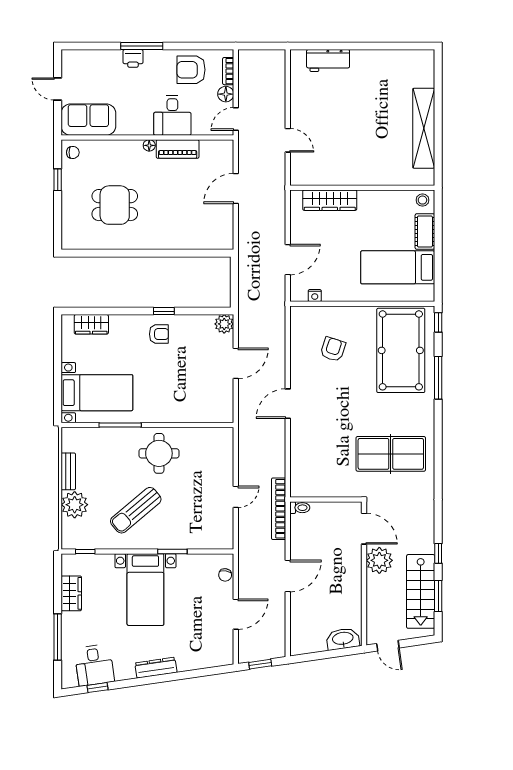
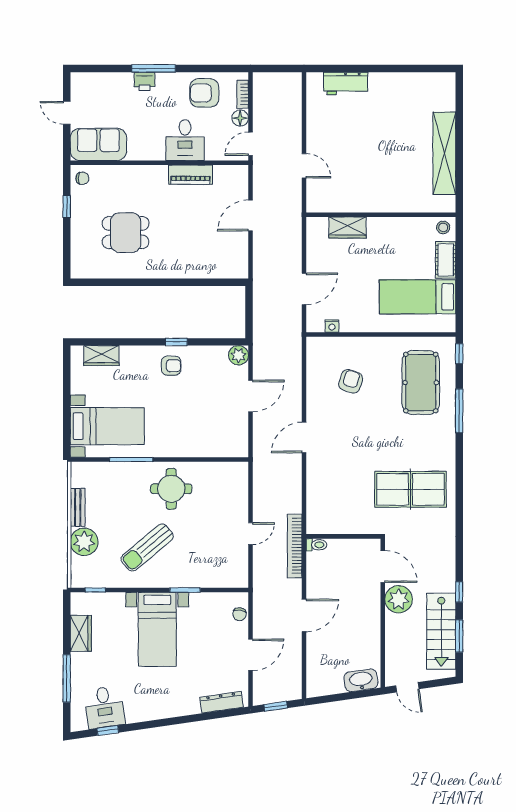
floor lamp: (149, 145) -> (161, 171), removed
wardrobe: (330, 200) -> (347, 228), width x0.67
pool table: (401, 350) -> (421, 383), width x0.73, depth x0.76
dresser: (156, 668) -> (221, 702), moved

